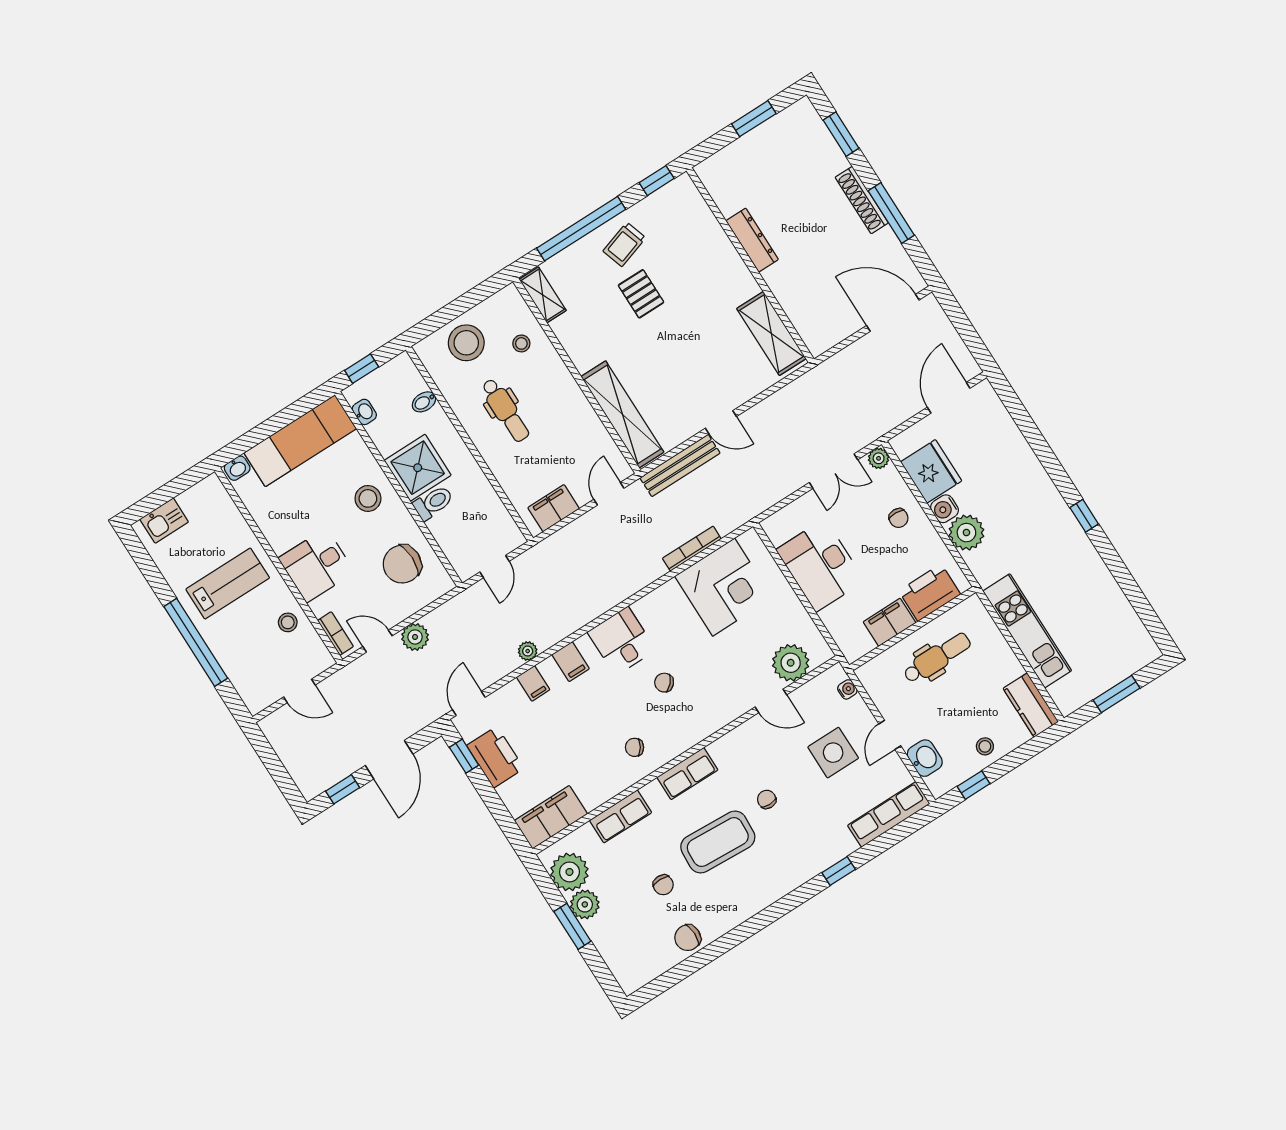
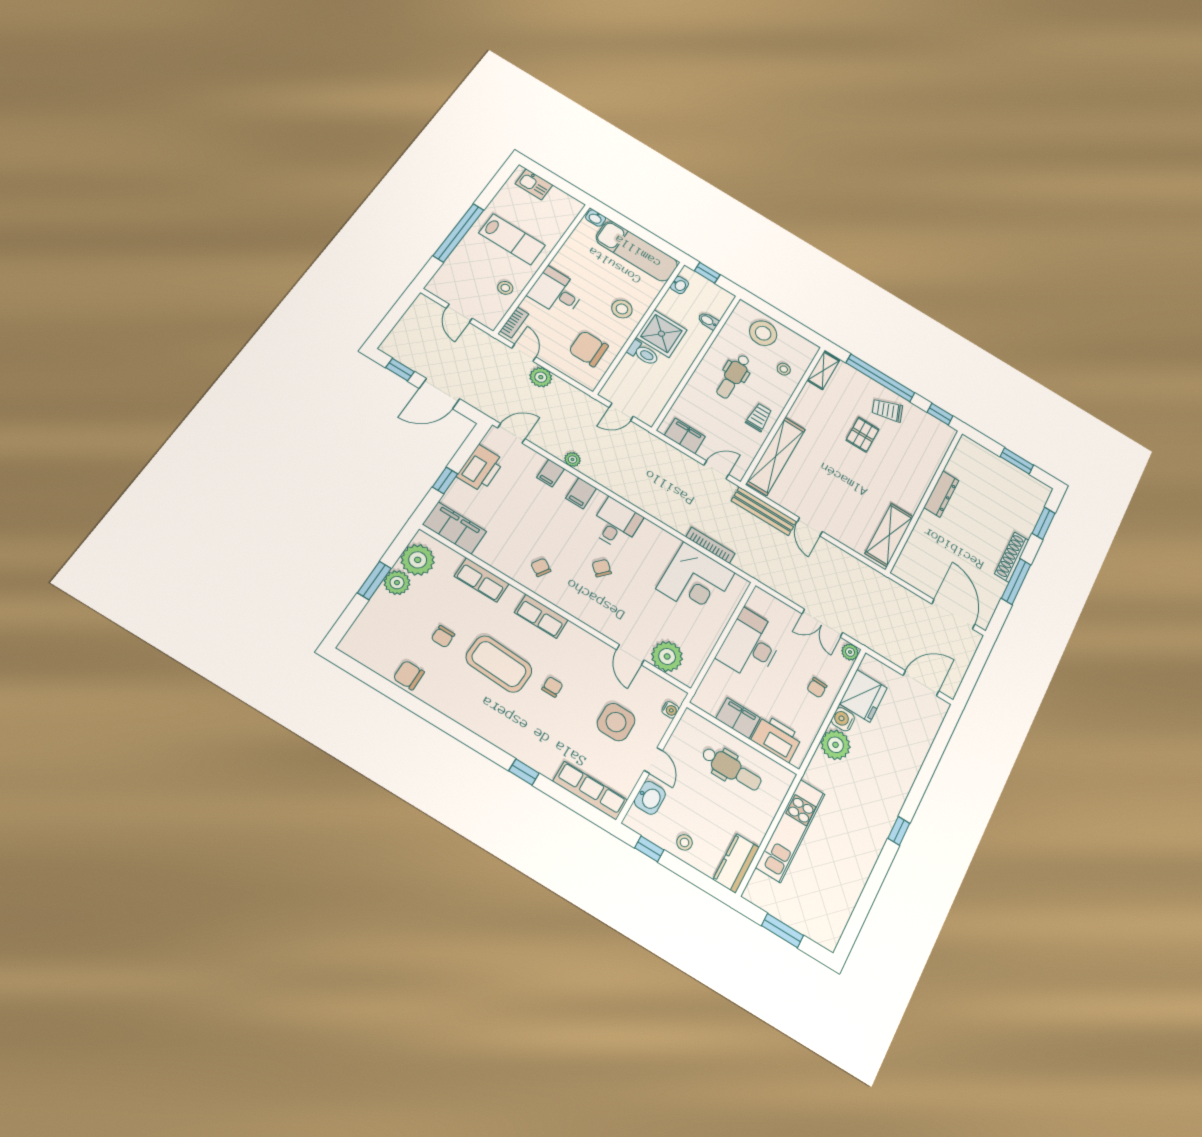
trolley: (568, 408) -> (759, 417), added
door: (890, 735) -> (653, 760), swing flipped
window: (464, 756) -> (445, 480), moved

